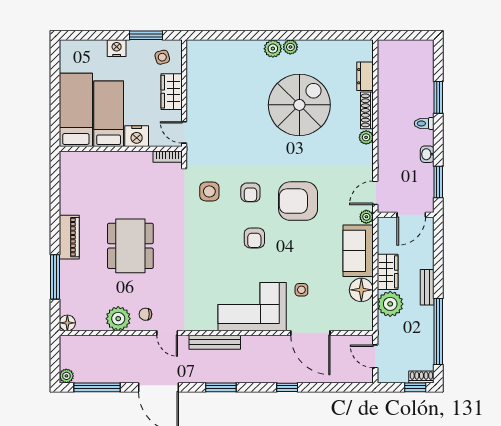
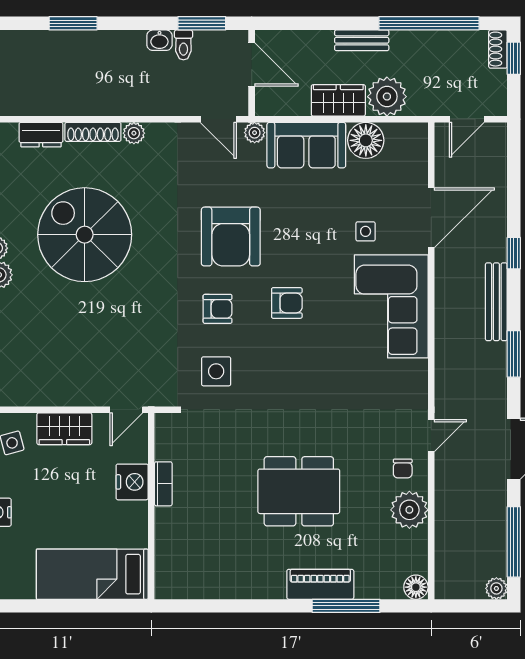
bed: (109, 114) -> (98, 524), removed
toilet: (424, 123) -> (183, 45), moved
bookcase: (168, 157) -> (163, 484), moved
piano: (69, 237) -> (320, 584), moved
bench: (215, 342) -> (496, 302), moved

